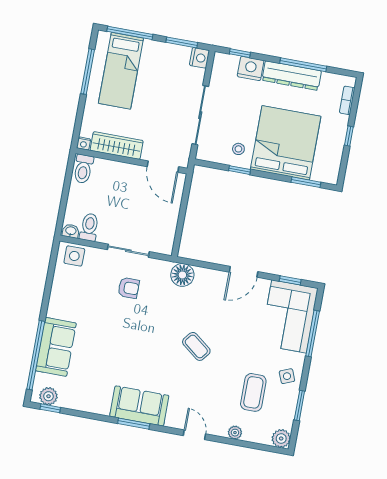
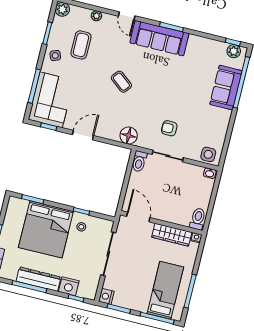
toilet: (89, 227) -> (139, 161), moved
sofa: (139, 406) -> (159, 38), width x1.36

